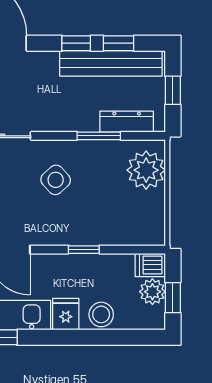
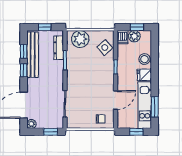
side table: (56, 180) -> (105, 47), moved

